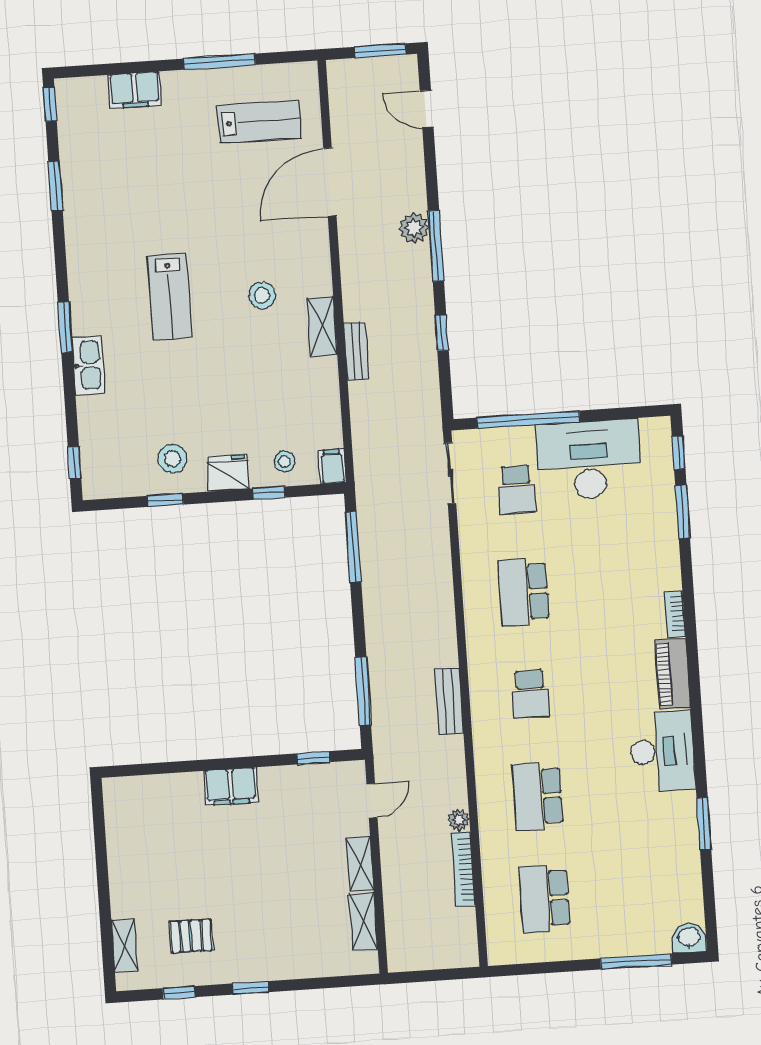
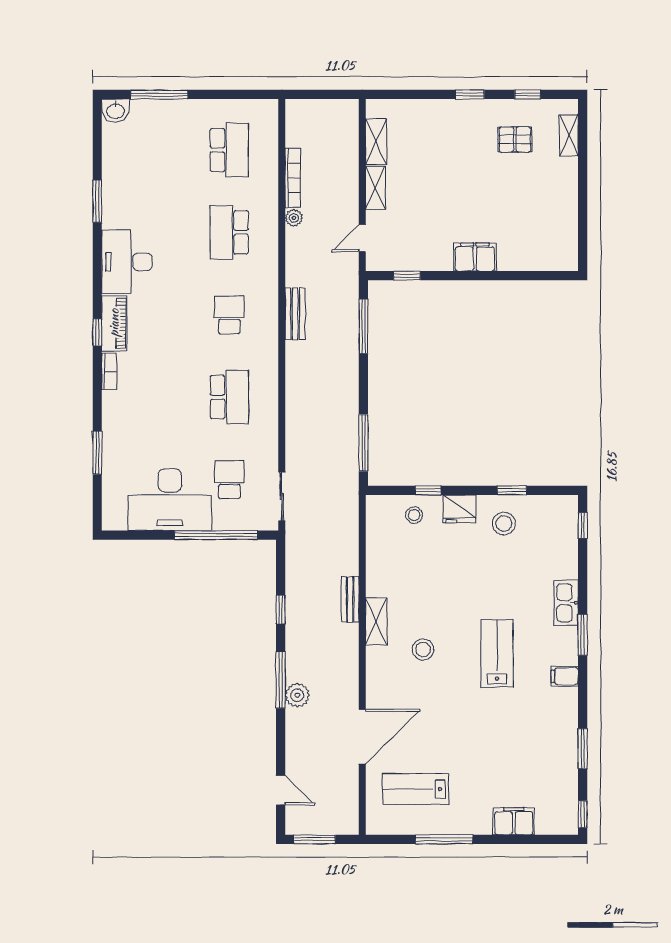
window: (679, 453) -> (97, 332), moved
filing cabinet: (332, 466) -> (565, 676), moved, turned 90
school desk: (537, 796) -> (229, 232), turned 180

